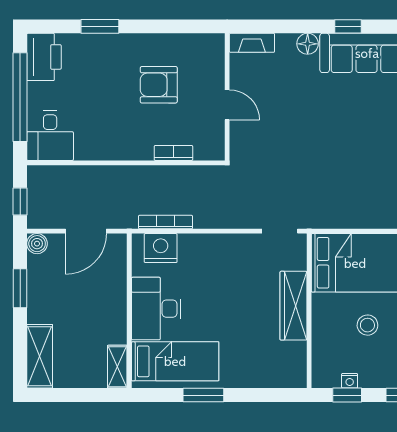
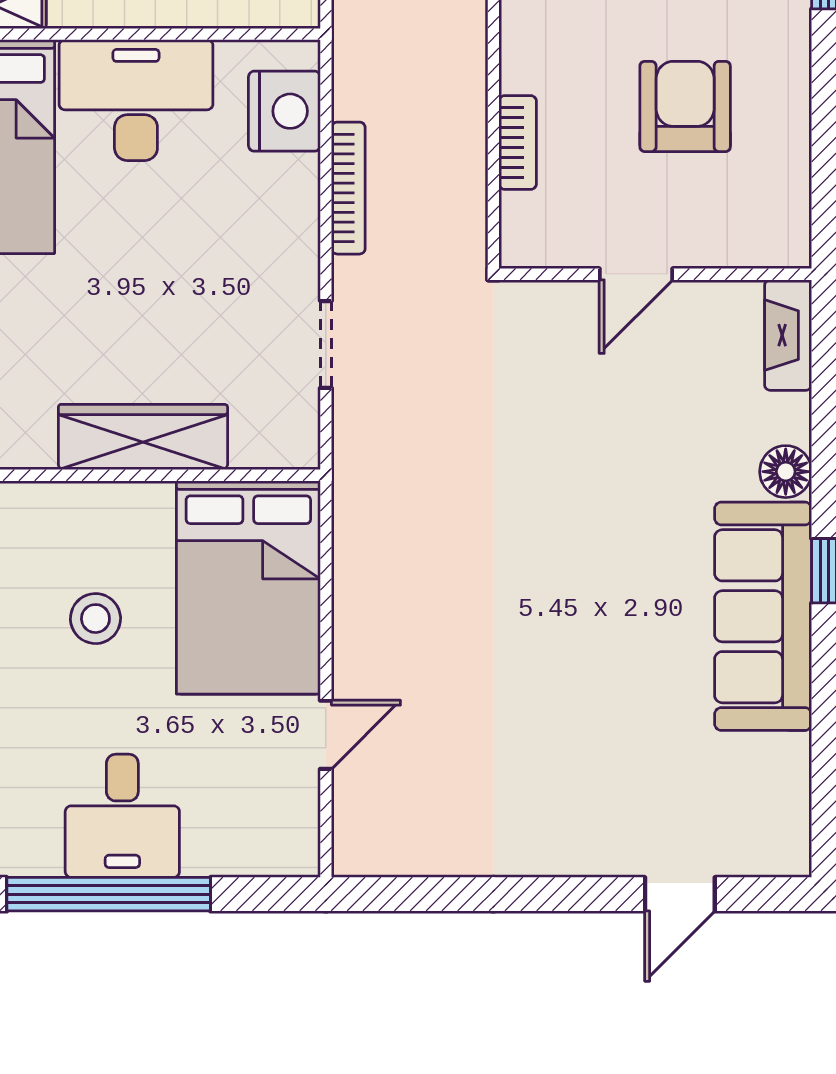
bookcase: (166, 222) -> (348, 188), moved
doorway: (280, 231) -> (326, 344), moved

